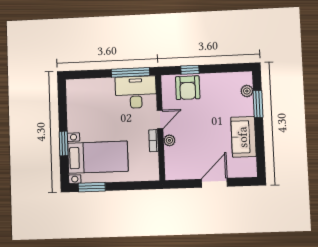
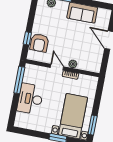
armchair: (188, 88) -> (39, 43), turned 90
desk: (136, 92) -> (30, 99), moved

